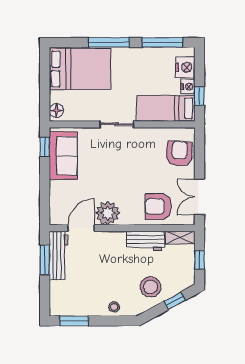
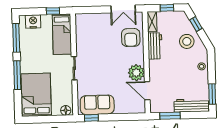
nightstand: (188, 87) -> (46, 19), removed
armchair: (179, 154) -> (93, 24), removed
workbench: (59, 256) -> (191, 105), moved

